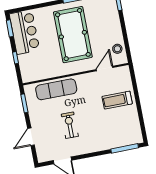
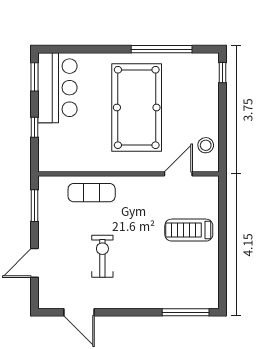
exercise mat: (56, 89) -> (92, 193), width x0.73, depth x0.69

